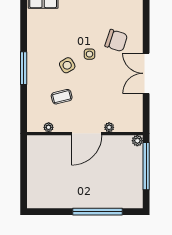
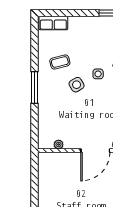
coffee table: (62, 97) -> (60, 62), moved

